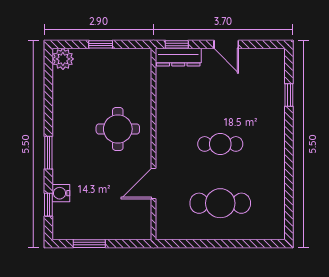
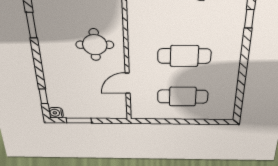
cafe table: (220, 144) -> (184, 56), width x1.37, depth x1.35
window: (48, 153) -> (31, 25), moved
water cooler: (61, 193) -> (56, 113), moved

